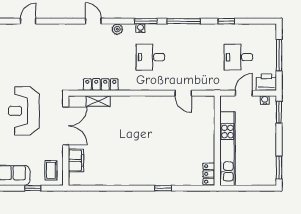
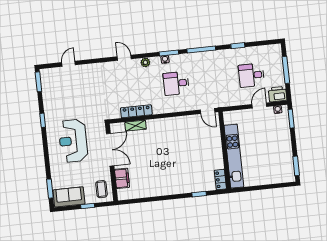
wall: (217, 141) -> (225, 150), moved
kitchen unit: (228, 149) -> (234, 156), moved
locker: (209, 174) -> (220, 180), moved

